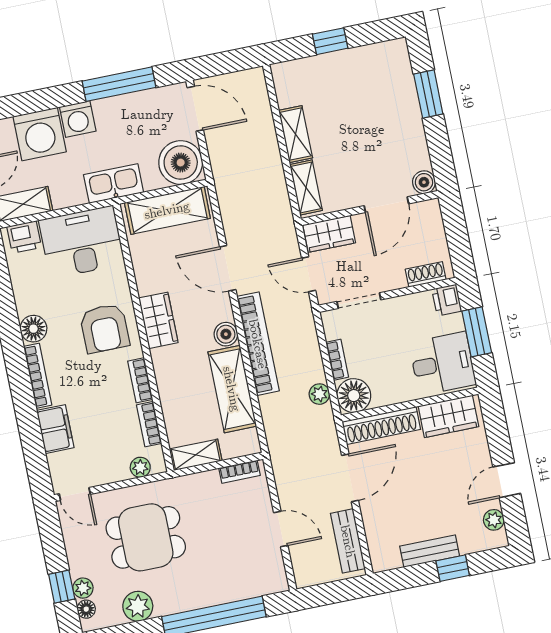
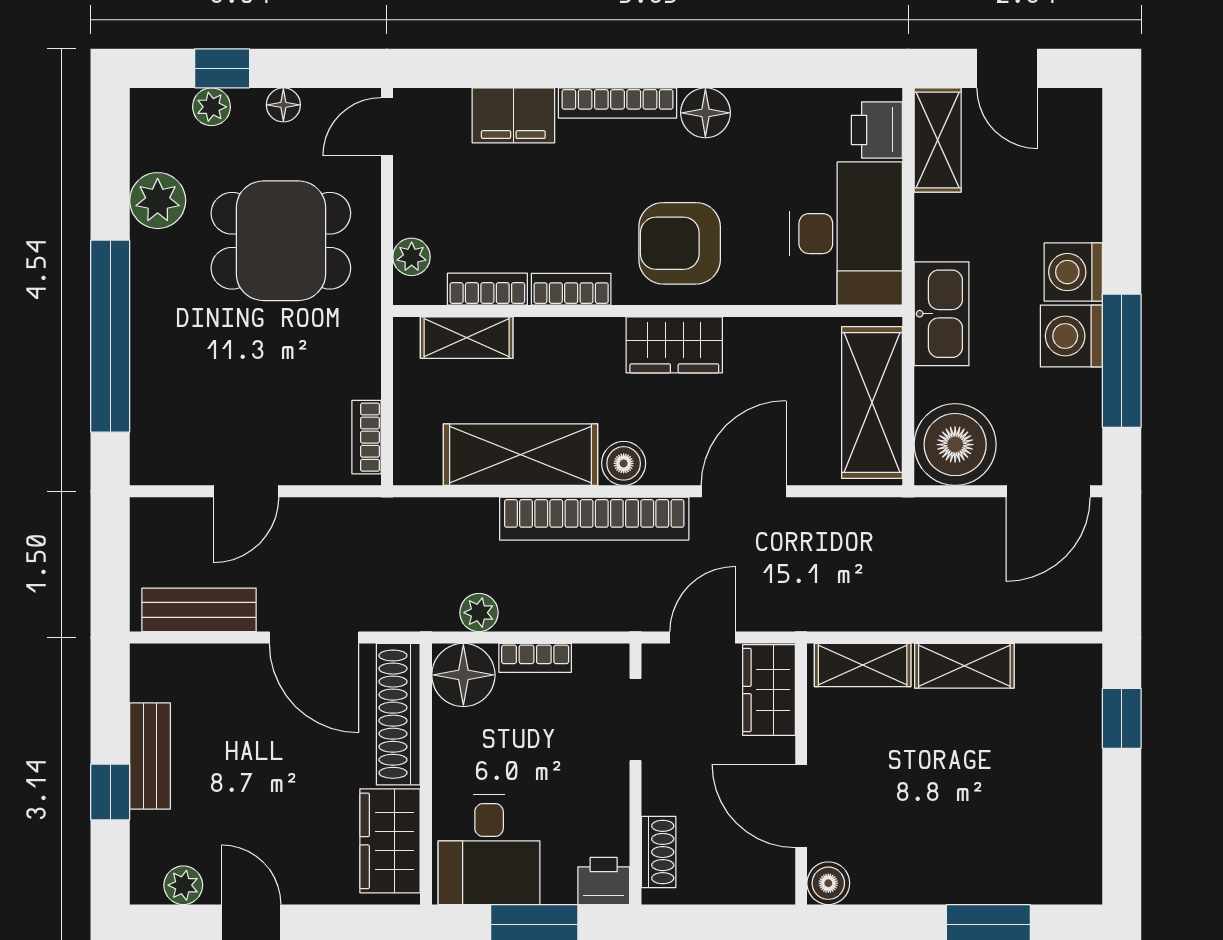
window: (330, 41) -> (1122, 718), moved
washing machine: (40, 134) -> (1071, 336), moved, width x0.73, depth x0.73
shelving: (196, 455) -> (467, 338), moved, turned 90
dining table: (146, 537) -> (281, 241), turned 90
floor lamp: (86, 609) -> (283, 105), moved

